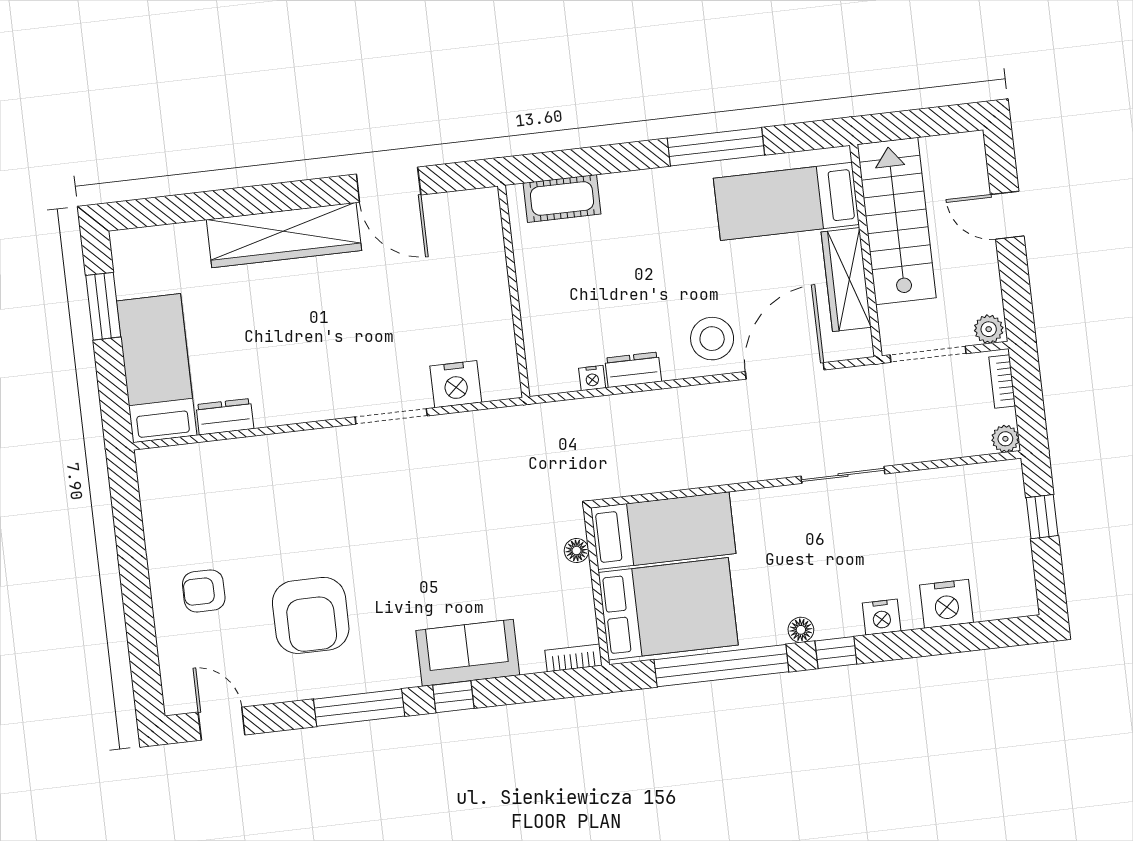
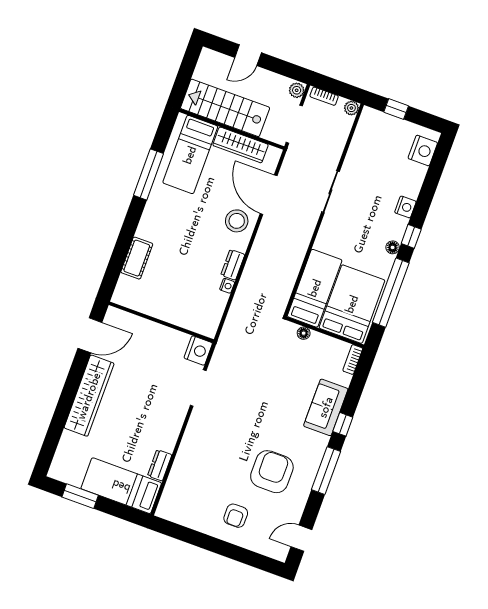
wall: (514, 291) -> (161, 322), moved
nightstand: (947, 604) -> (423, 151), moved
armchair: (311, 615) -> (272, 472), turned -90

